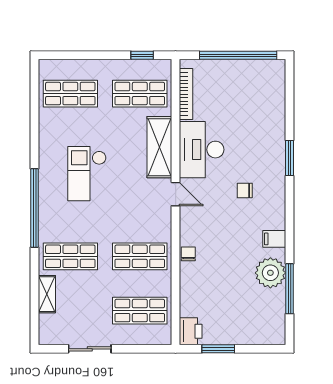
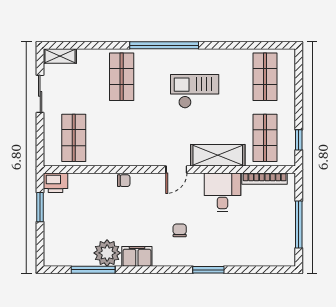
window: (238, 55) -> (299, 225), width x0.68
desk: (202, 150) -> (222, 192), width x0.73
filing cabinet: (274, 239) -> (137, 256), width x2.00
shop shelf: (140, 256) -> (122, 138), removed
shelving: (47, 294) -> (60, 56), moved

